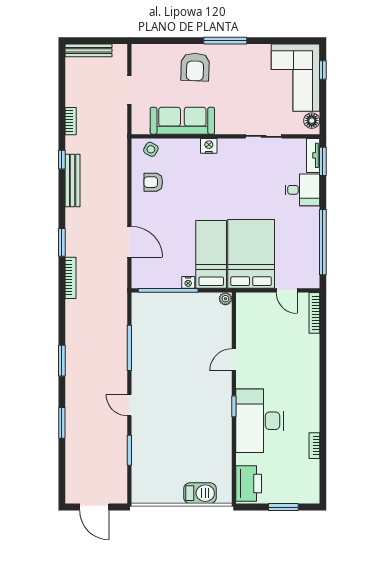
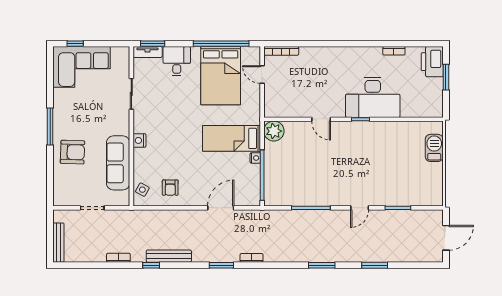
floor lamp: (312, 121) -> (118, 53), removed
bed: (251, 254) -> (221, 76), moved, turned -90
bookcase: (70, 278) -> (251, 258), width x0.64
door: (287, 290) -> (262, 75), swing flipped
plant: (225, 299) -> (274, 131), width x1.88, depth x1.88
printer: (249, 484) -> (432, 62), moved, turned -90

